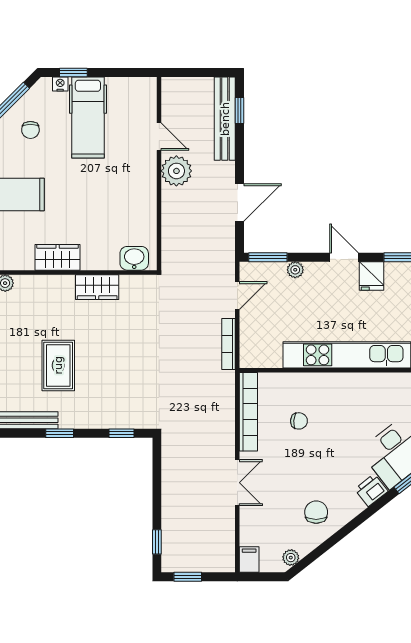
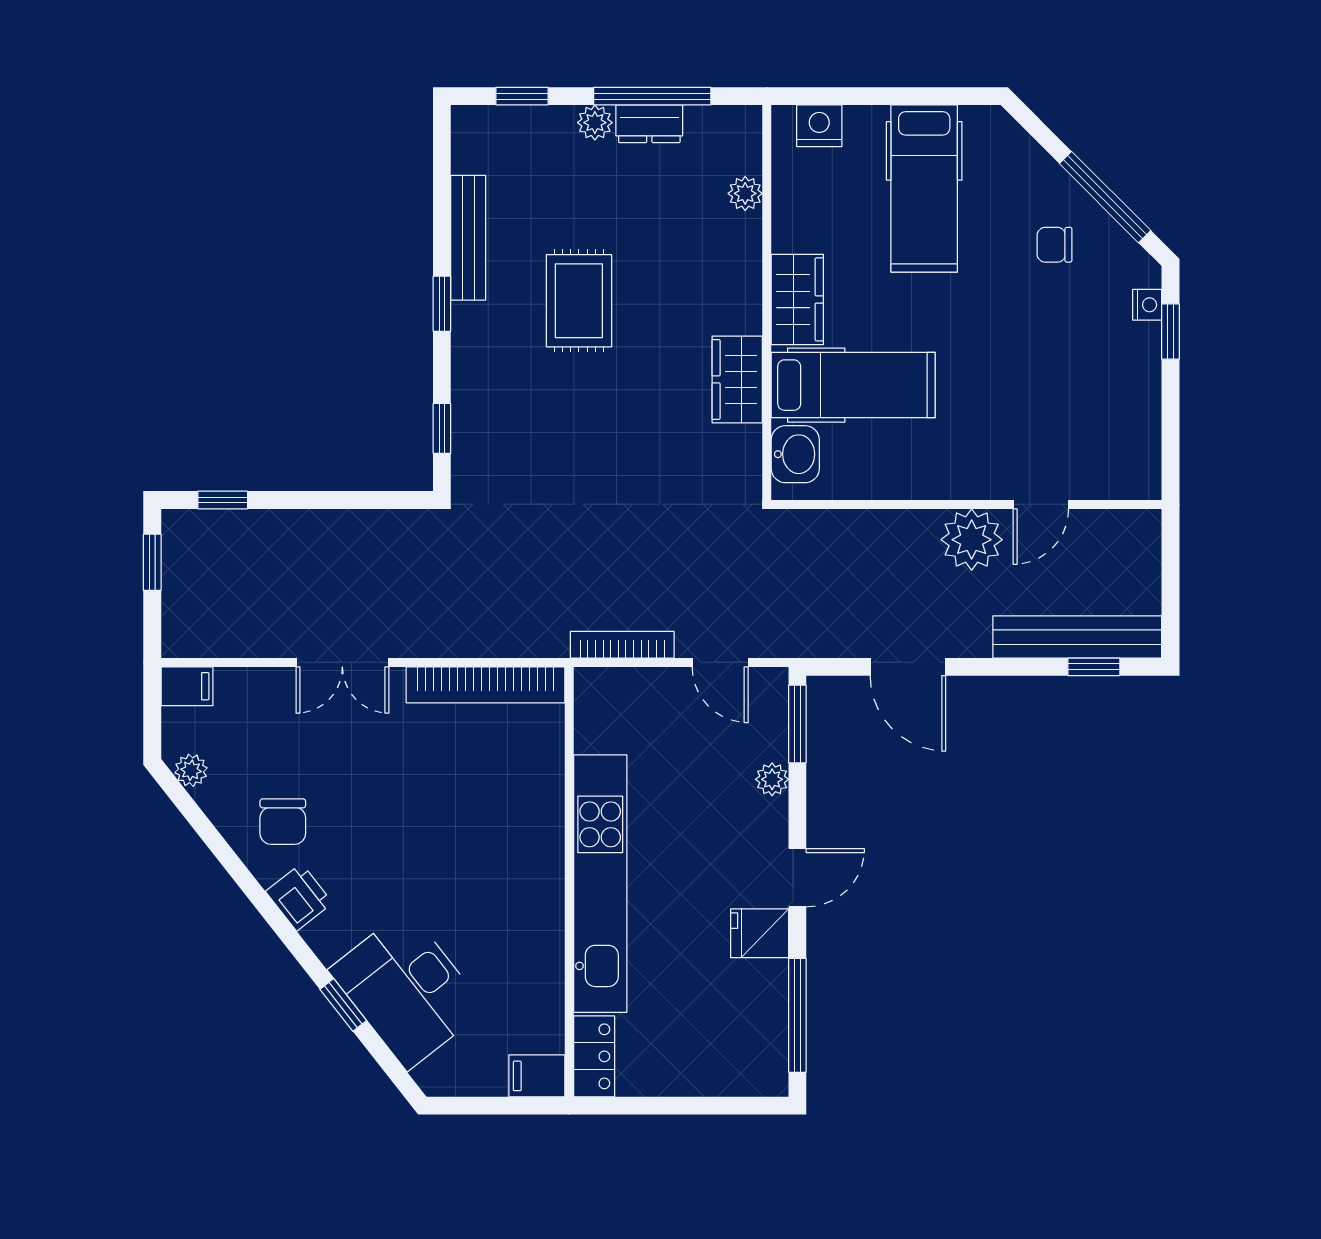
hospital bed: (88, 117) -> (853, 385), moved, turned 180
rug: (58, 365) -> (579, 301), turned 90
chair: (299, 421) -> (467, 787), removed
printer: (371, 490) -> (299, 897), moved
chair: (316, 512) -> (283, 822), turned 90

